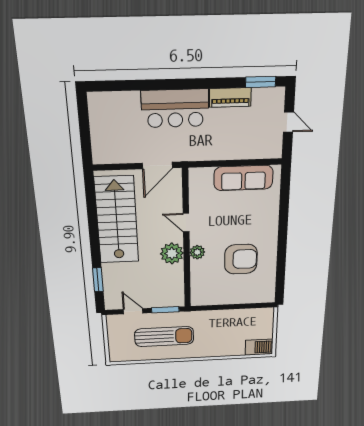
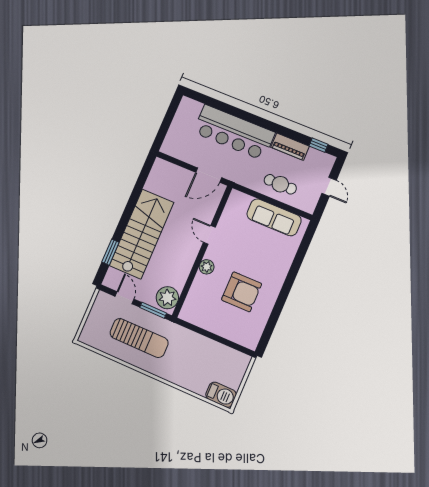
window: (261, 82) -> (318, 145), width x0.67
bar counter: (175, 108) -> (234, 132), width x1.36
cafe table: (236, 142) -> (280, 184), added
stairs: (117, 220) -> (142, 234), moved
plant: (172, 253) -> (167, 298), moved

